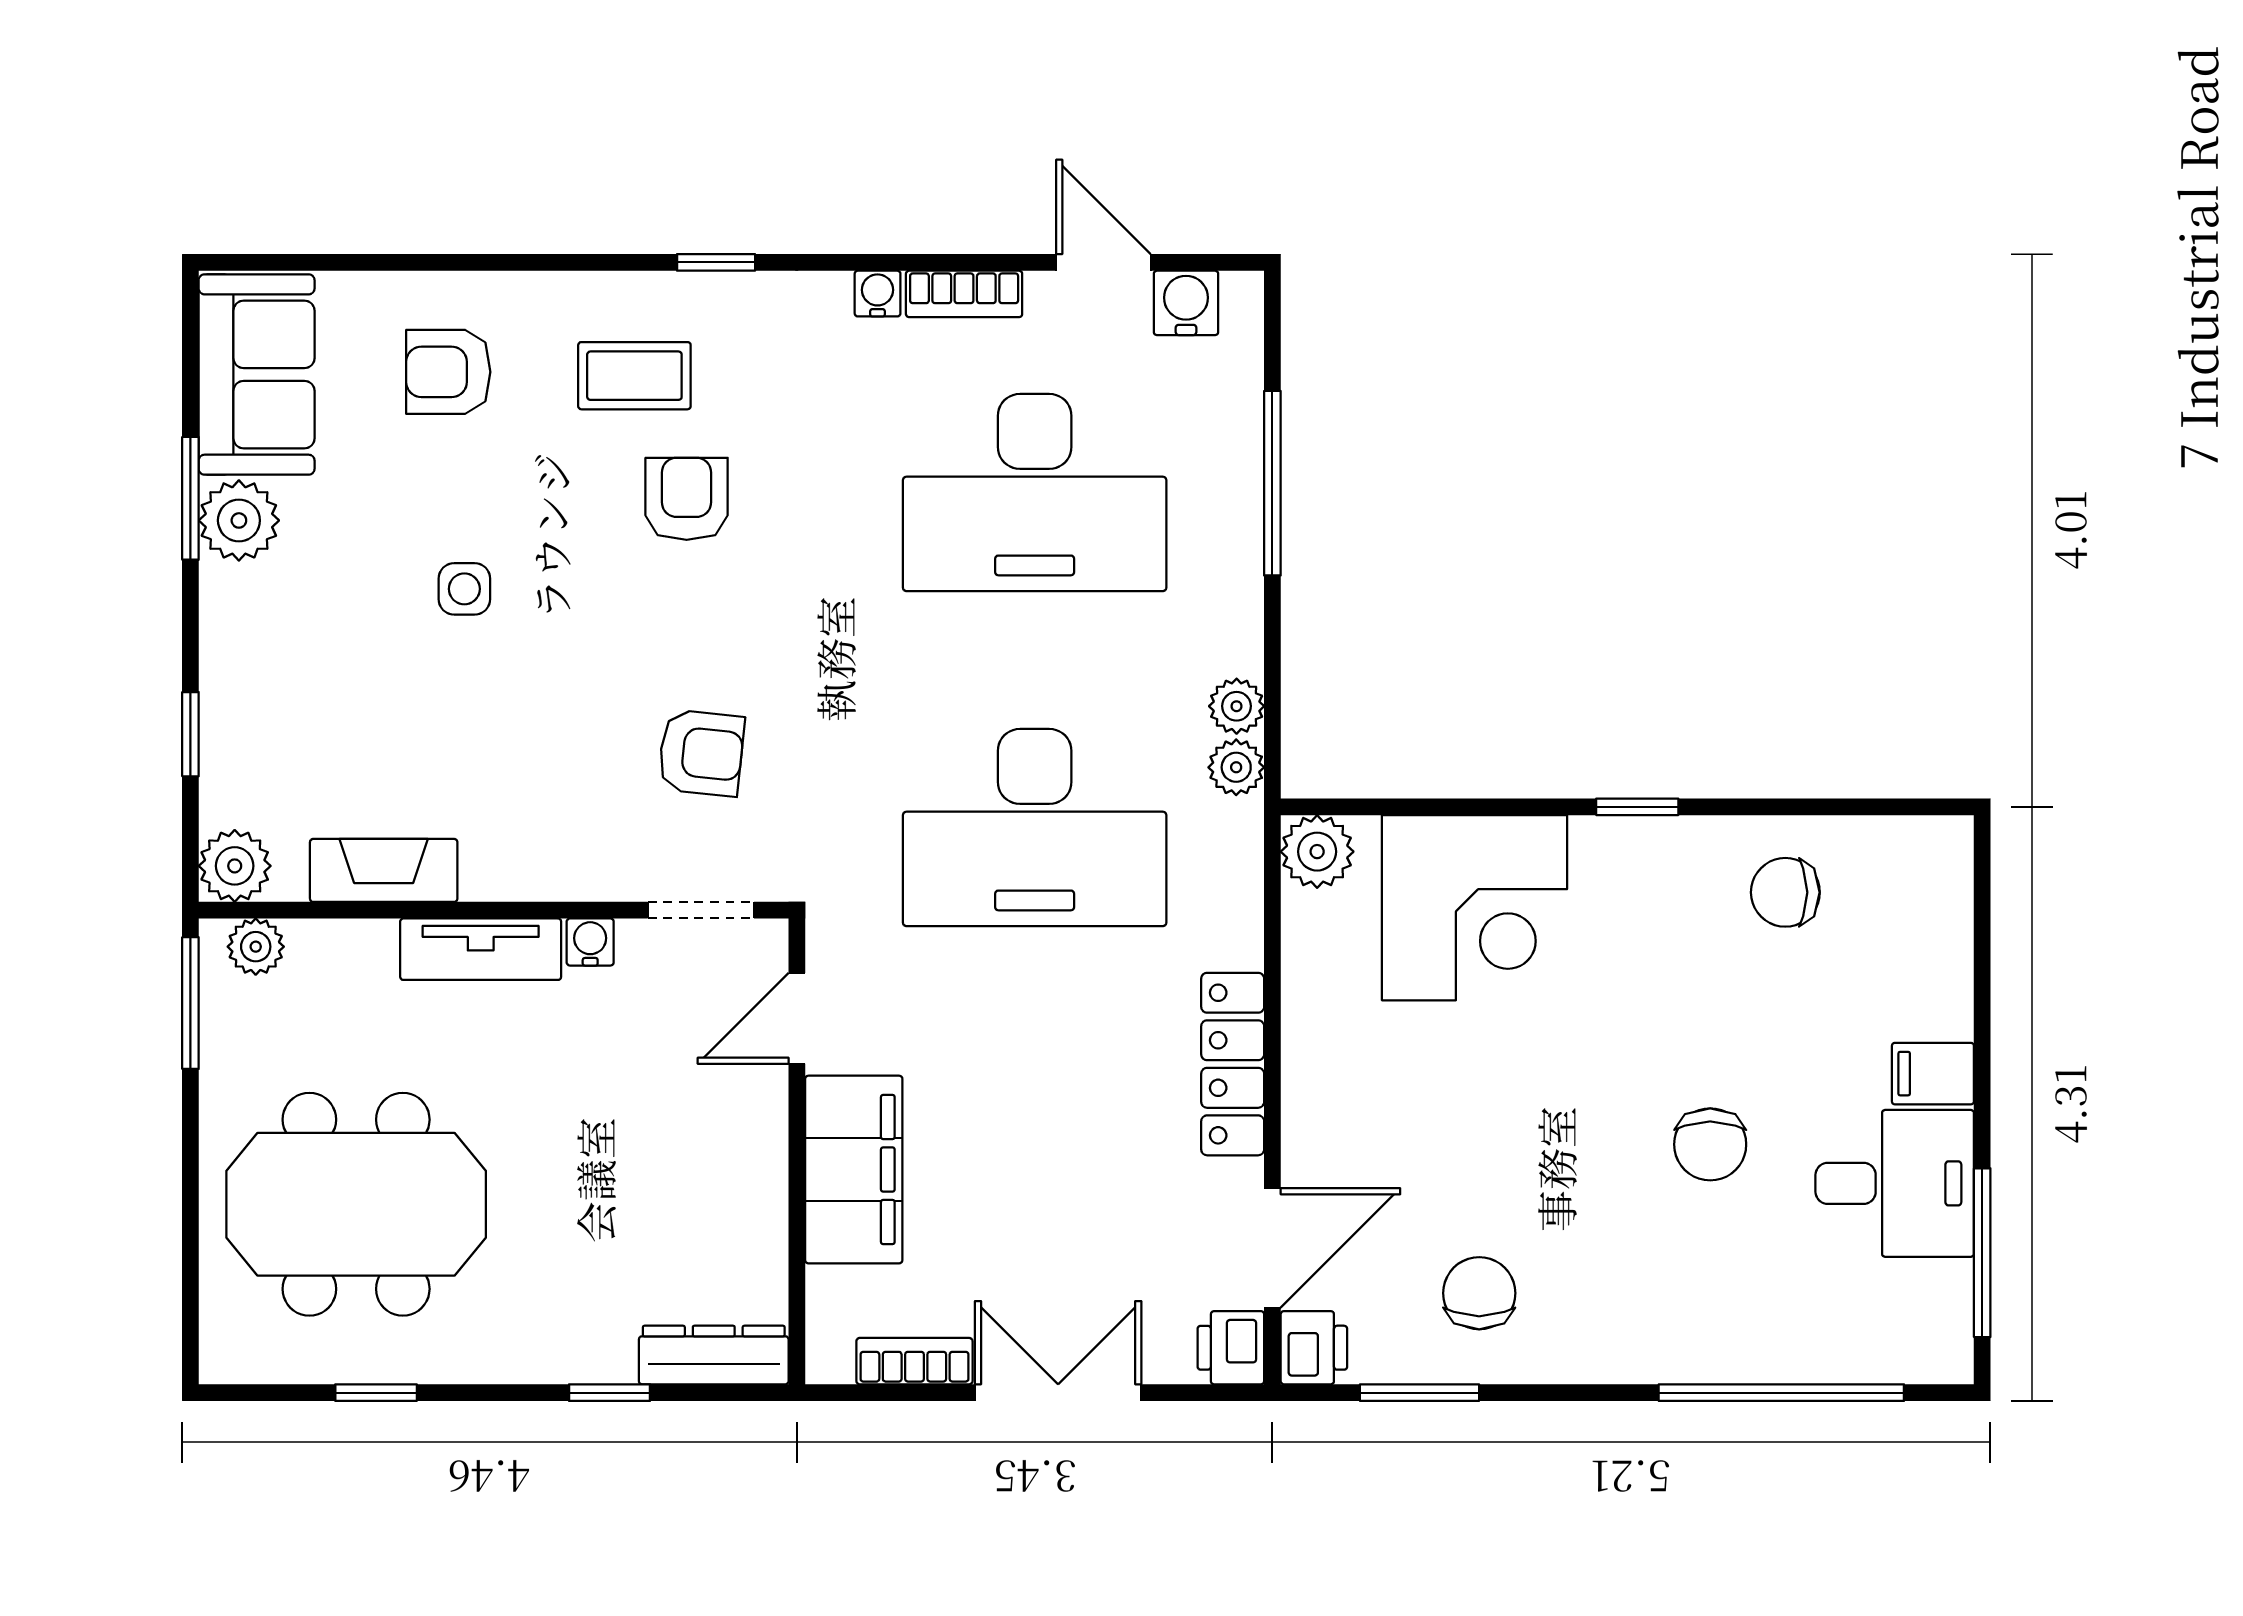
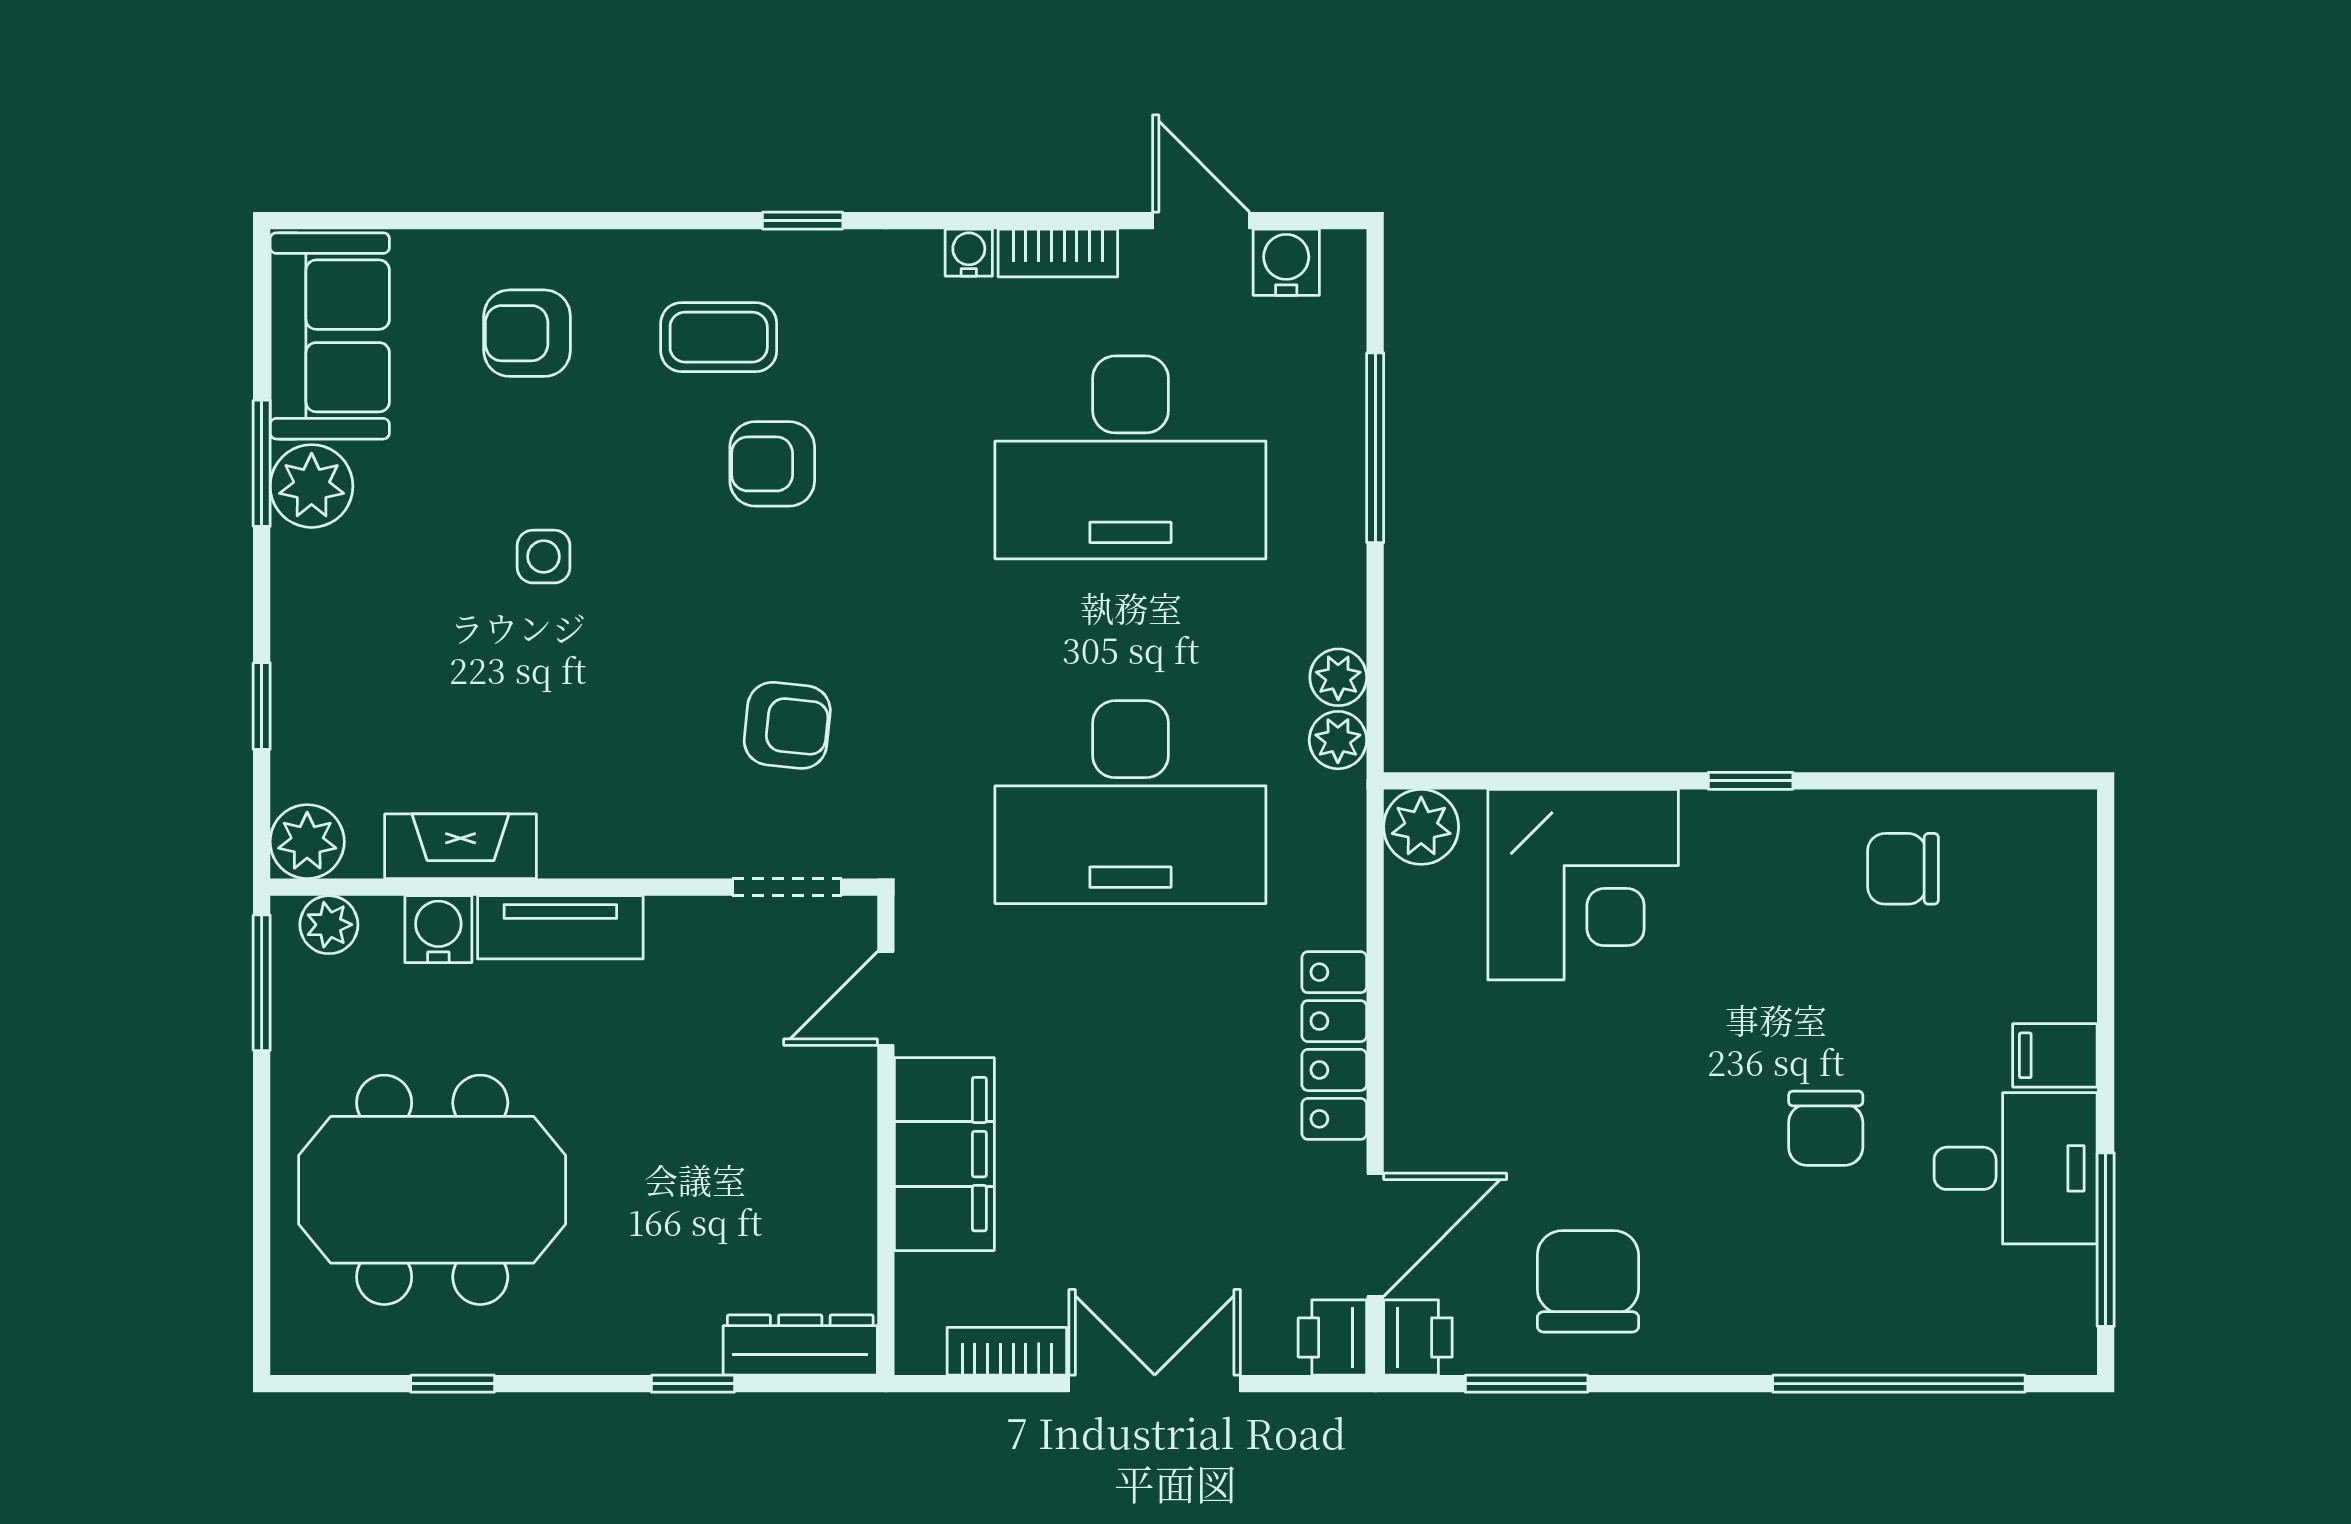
armchair: (687, 499) -> (772, 464), turned -90
water cooler: (590, 942) -> (438, 929), moved, width x1.38, depth x1.38
chair: (1479, 1293) -> (1588, 1281), width x1.37, depth x1.37

